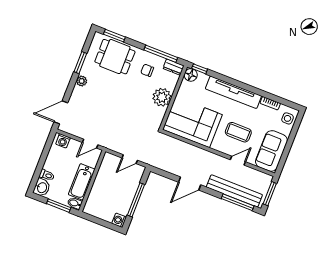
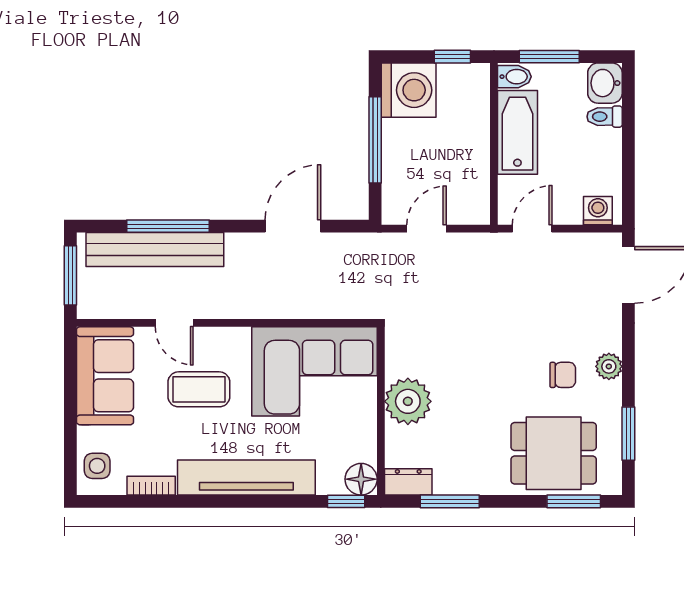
window: (161, 54) -> (450, 501), width x0.69
window: (80, 63) -> (628, 434), moved
chair: (147, 70) -> (563, 375), moved
door: (238, 161) -> (174, 323), hinge flipped
door: (190, 184) -> (293, 226), moved
window: (238, 202) -> (168, 226), moved
window: (95, 220) -> (452, 57), added
washing machine: (119, 220) -> (409, 90), width x1.89, depth x1.89

